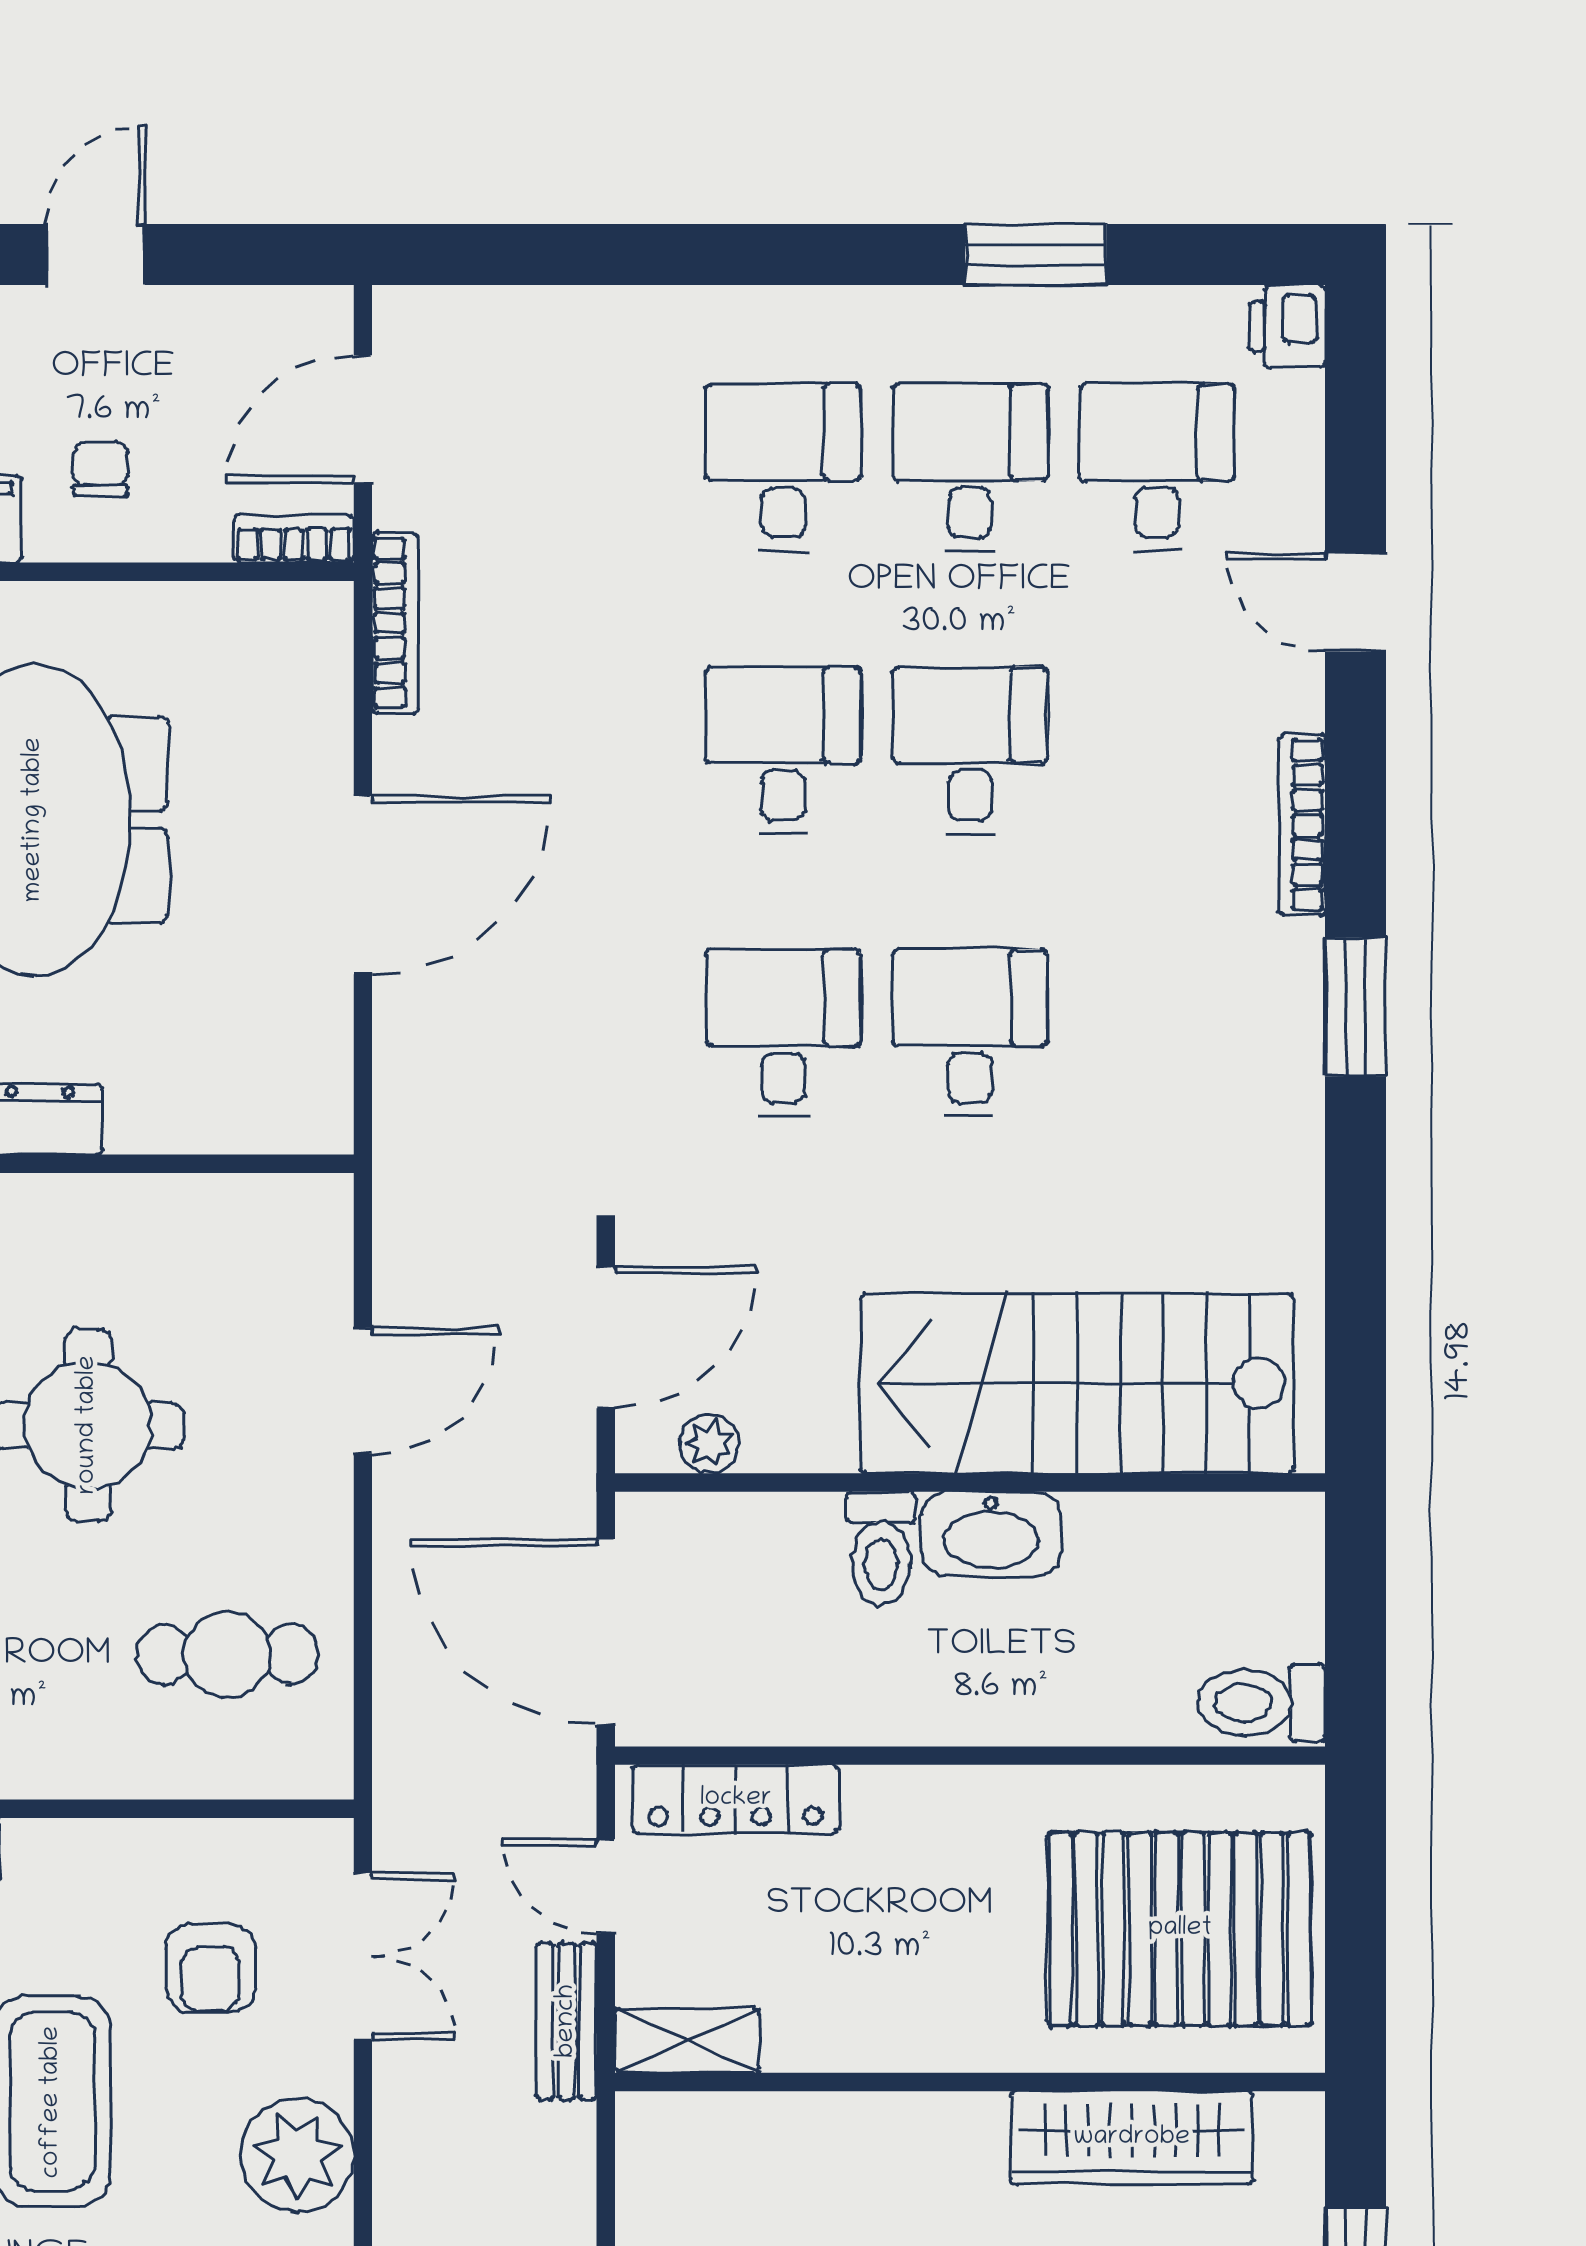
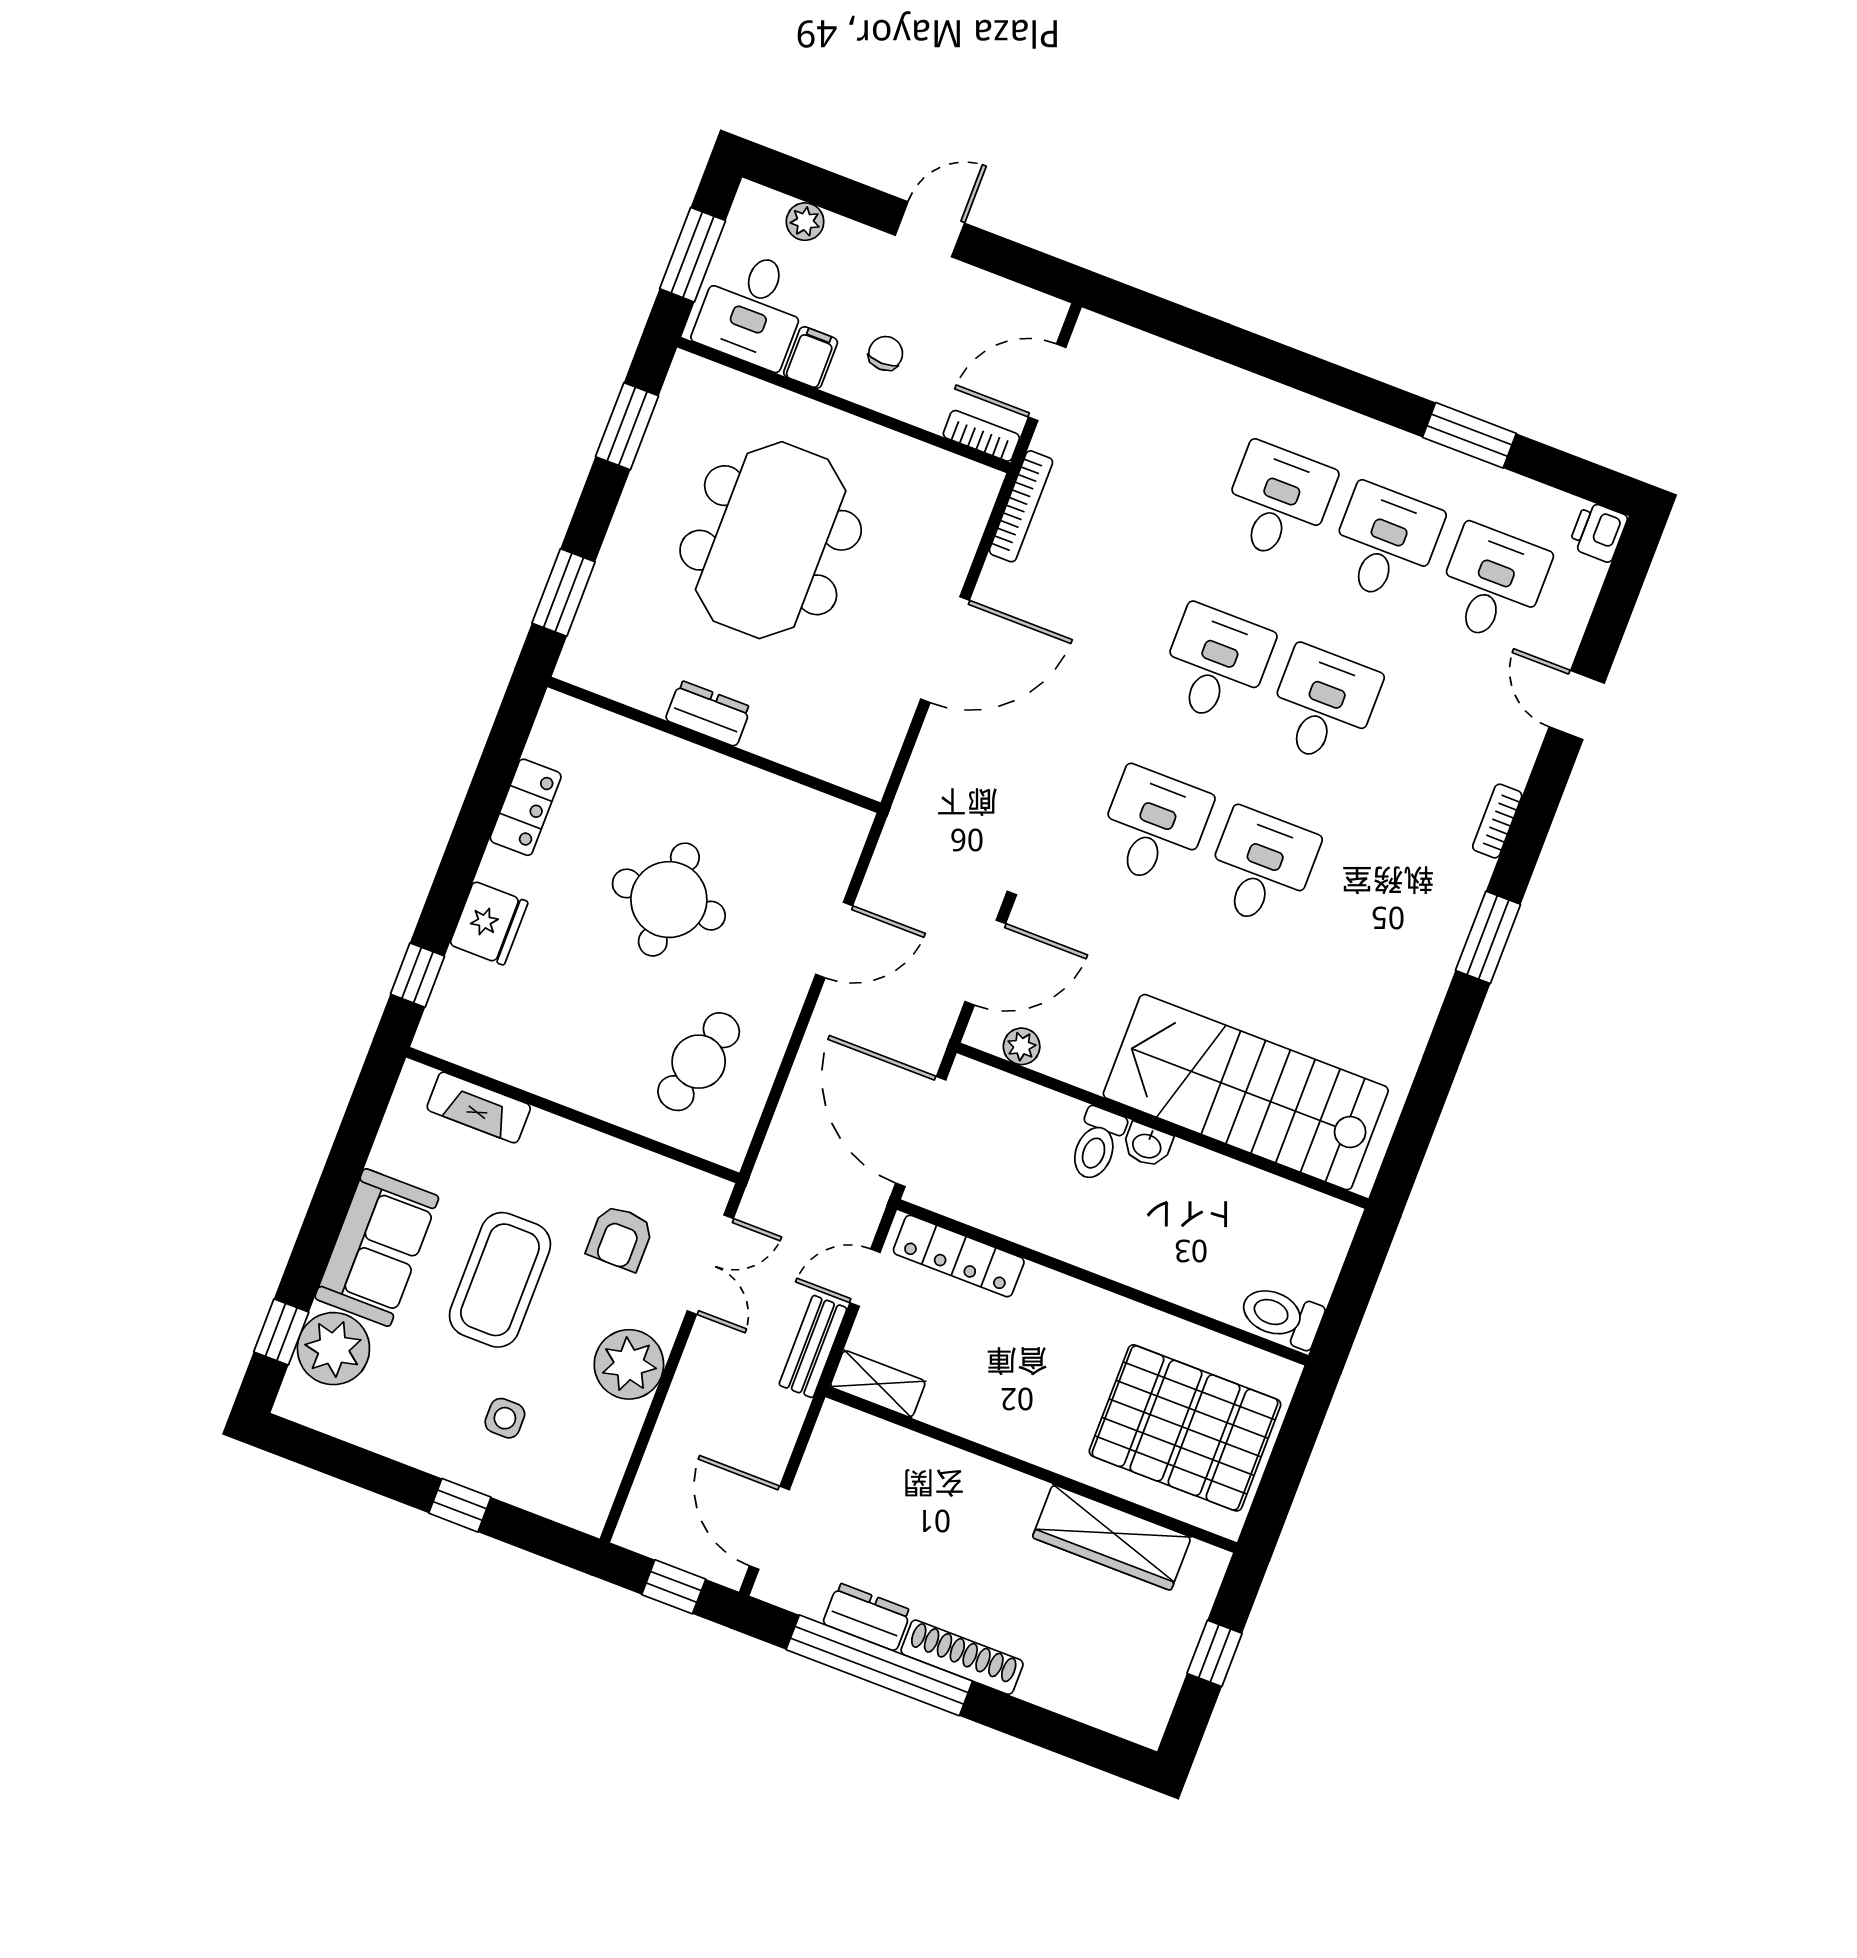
bookcase: (1302, 825) -> (1497, 821), width x0.64
washbasin: (991, 1534) -> (1147, 1145), width x0.52, depth x0.69
cafe table: (227, 1654) -> (699, 1062), turned -75
door: (606, 1886) -> (865, 1278), hinge flipped

